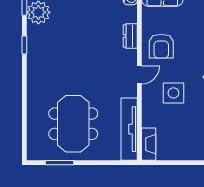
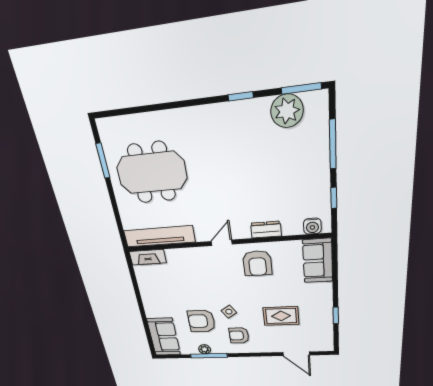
armchair: (161, 46) -> (257, 263), turned -90
door: (139, 75) -> (222, 243), swing flipped
side table: (173, 93) -> (207, 278), removed

